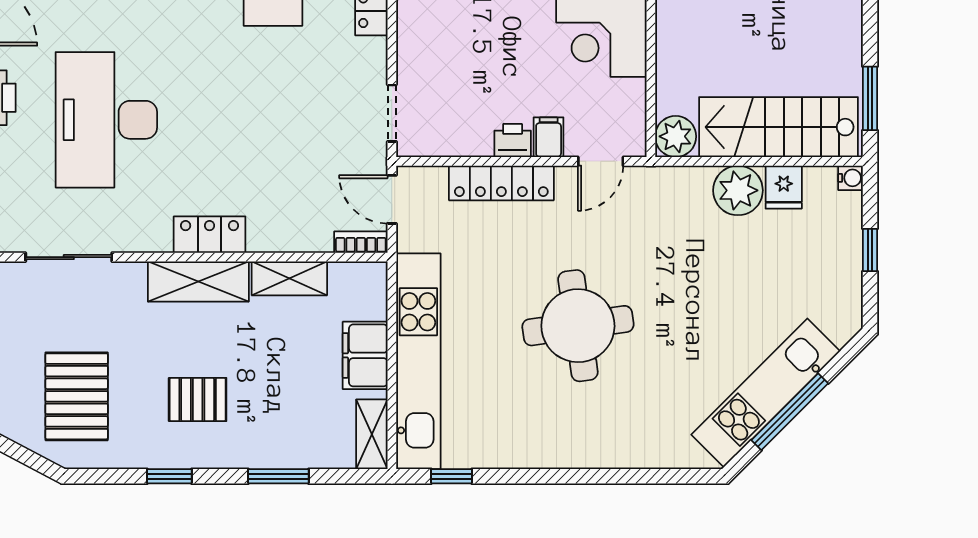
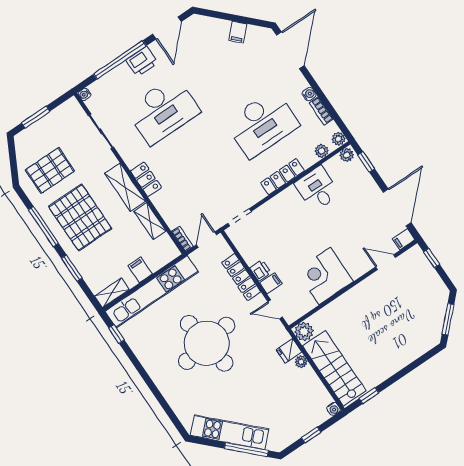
window: (870, 98) -> (369, 396), width x0.67
desk: (106, 120) -> (163, 110), turned 180
fridge: (784, 187) -> (289, 351), moved
plant: (738, 190) -> (301, 362), width x0.53, depth x0.53
round table: (578, 326) -> (207, 343), width x1.36, depth x1.36
filing cabinet: (365, 355) -> (140, 270), width x0.50
pallet: (198, 399) -> (80, 217), width x2.05, depth x2.00
window: (790, 412) -> (246, 450), moved
window: (169, 476) -> (43, 227), width x2.17

